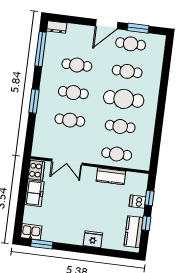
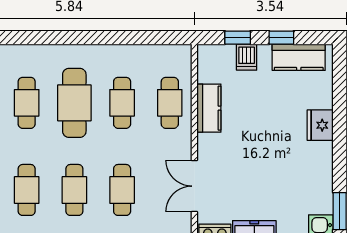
double door: (67, 162) -> (194, 186), swing flipped

